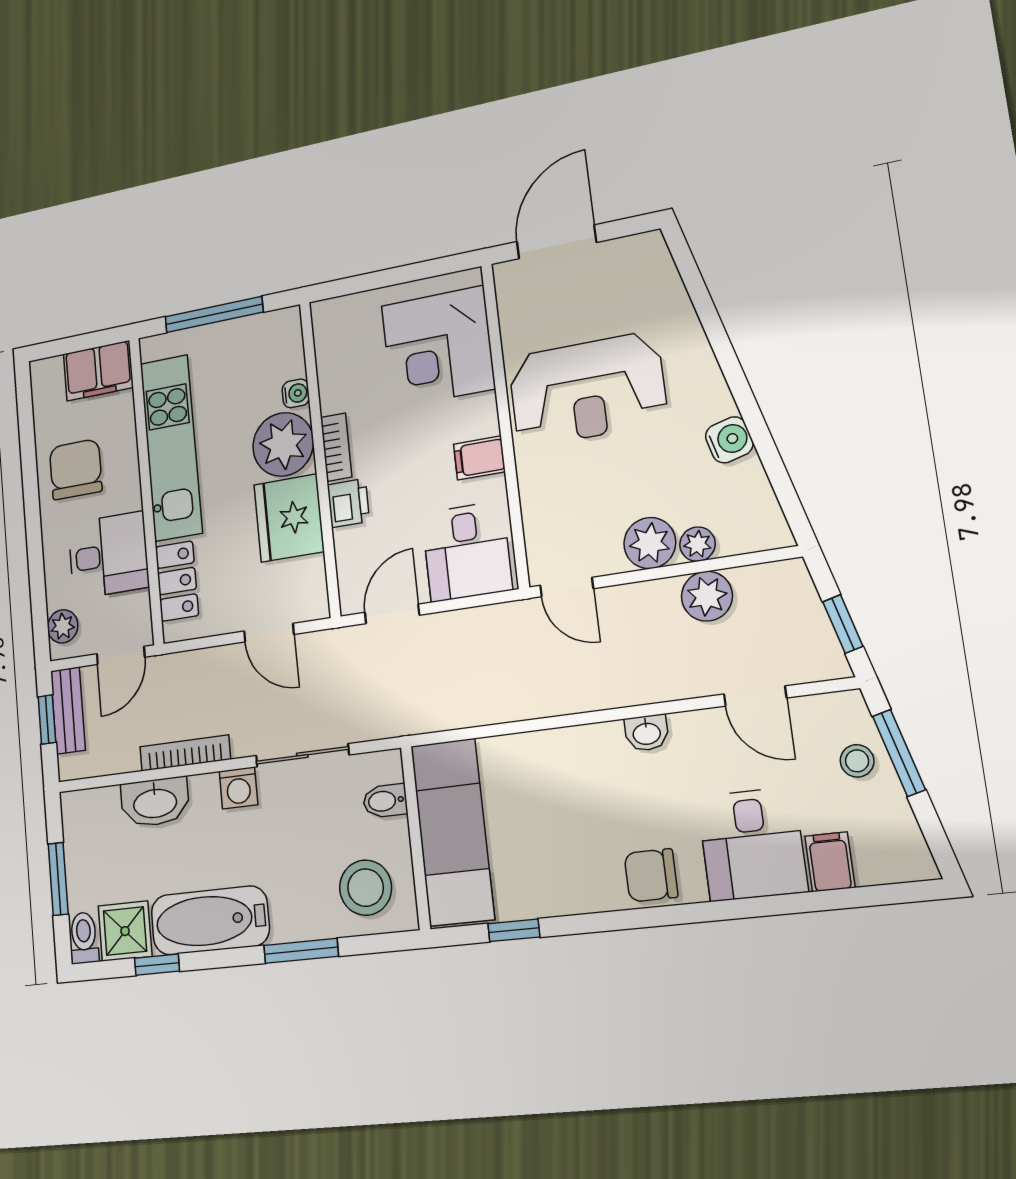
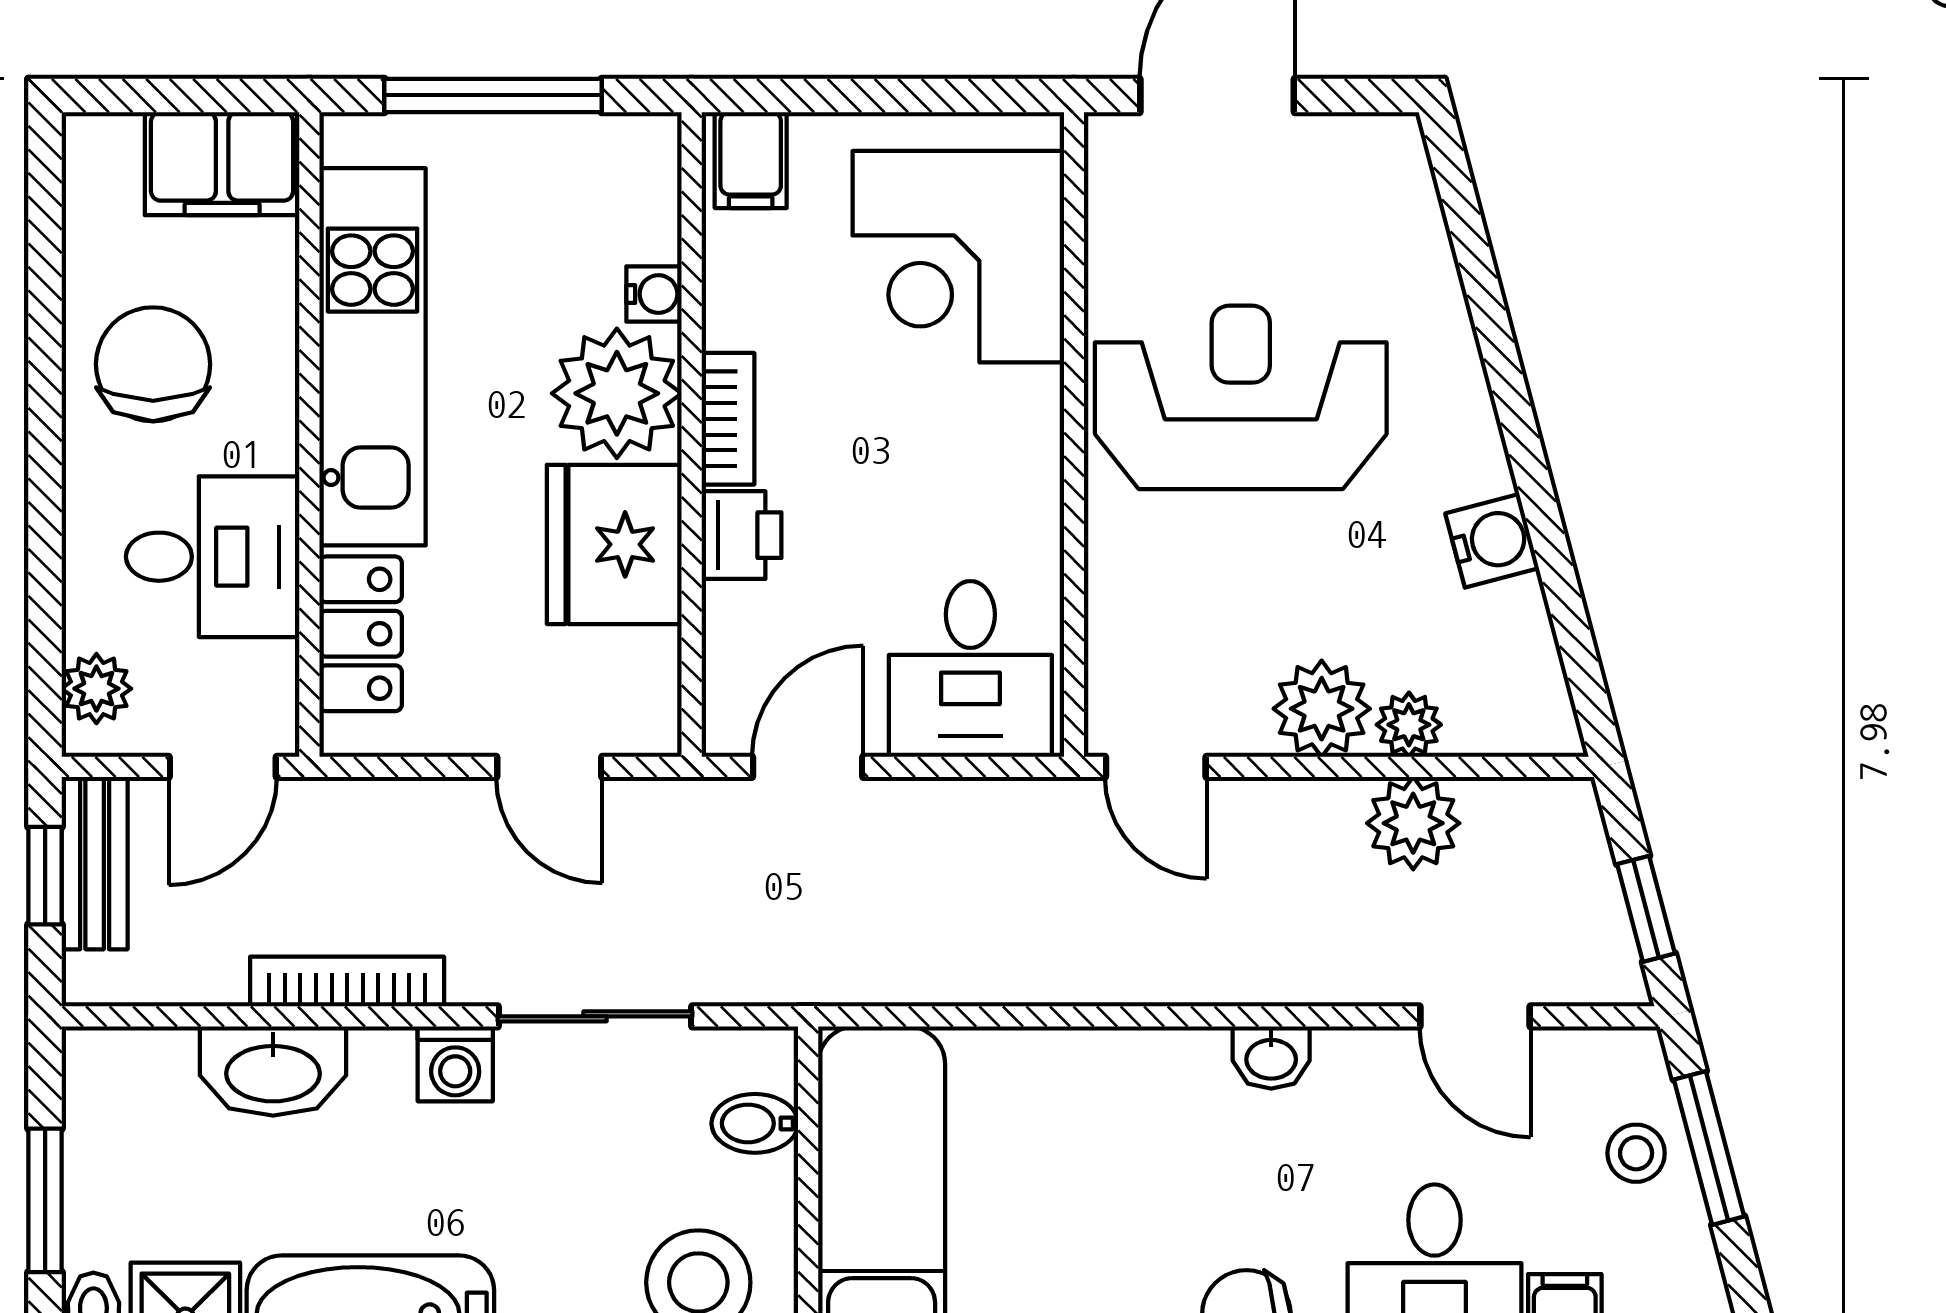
reception desk: (587, 390) -> (1241, 397), turned 180
filing cabinet: (479, 458) -> (751, 160), moved, turned -90

